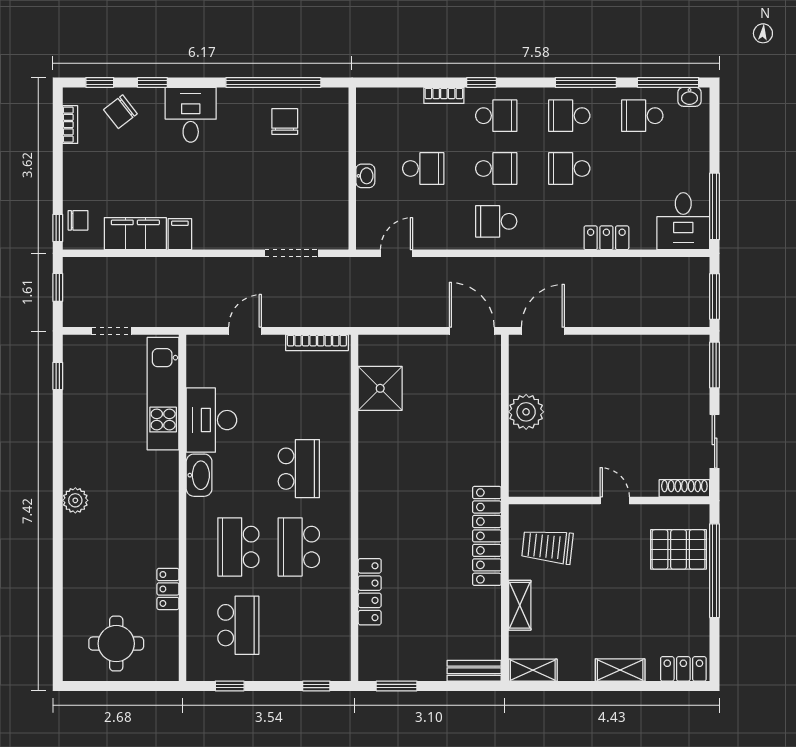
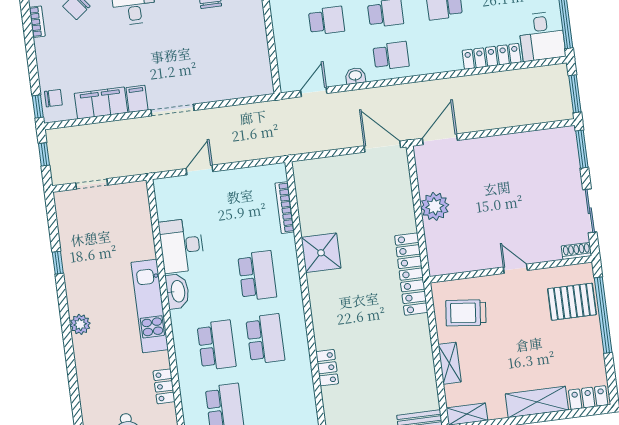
washbasin: (365, 176) -> (355, 76), moved, turned -90
school desk: (496, 221) -> (391, 56), turned 180
locker: (606, 238) -> (492, 56), width x1.53
doorway: (291, 253) -> (173, 110), moved
bookcase: (317, 343) -> (285, 208), moved, turned 90
window: (58, 376) -> (58, 263), moved
shower: (380, 388) -> (321, 253), moved
kitchen unit: (163, 394) -> (150, 306), moved
shoe rack: (684, 488) -> (576, 251), width x0.70
locker: (487, 536) -> (411, 274), moved
school desk: (238, 547) -> (217, 345), turned 180
school desk: (299, 547) -> (265, 339), turned 180
locker: (370, 592) -> (327, 368), width x0.66
shelving: (620, 670) -> (537, 402), width x1.50, depth x1.33

